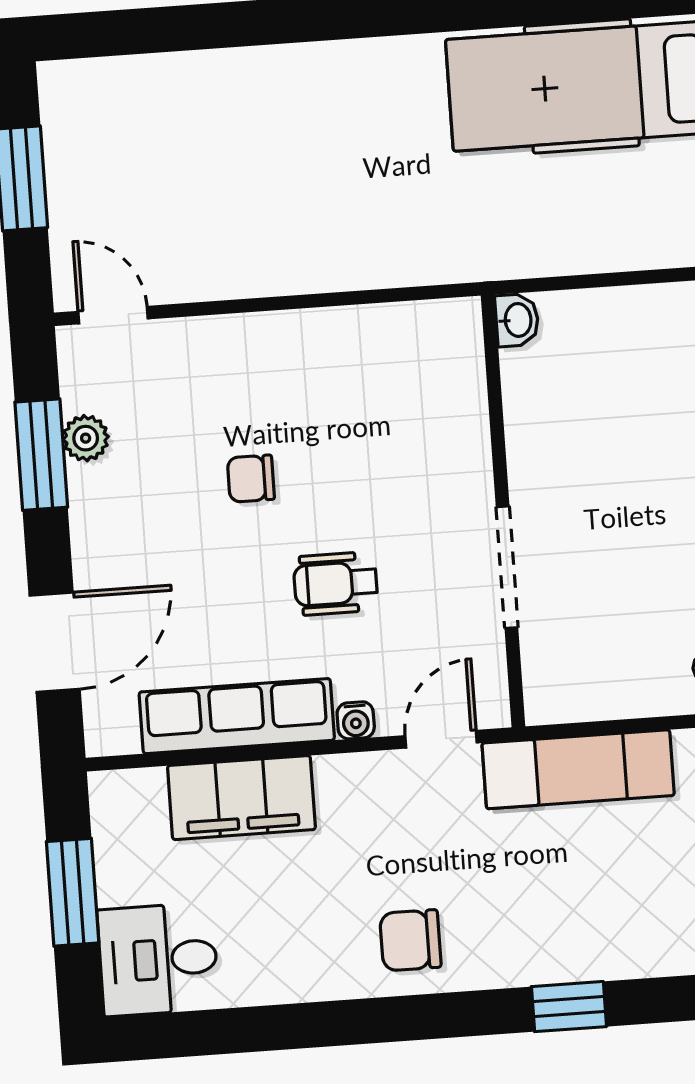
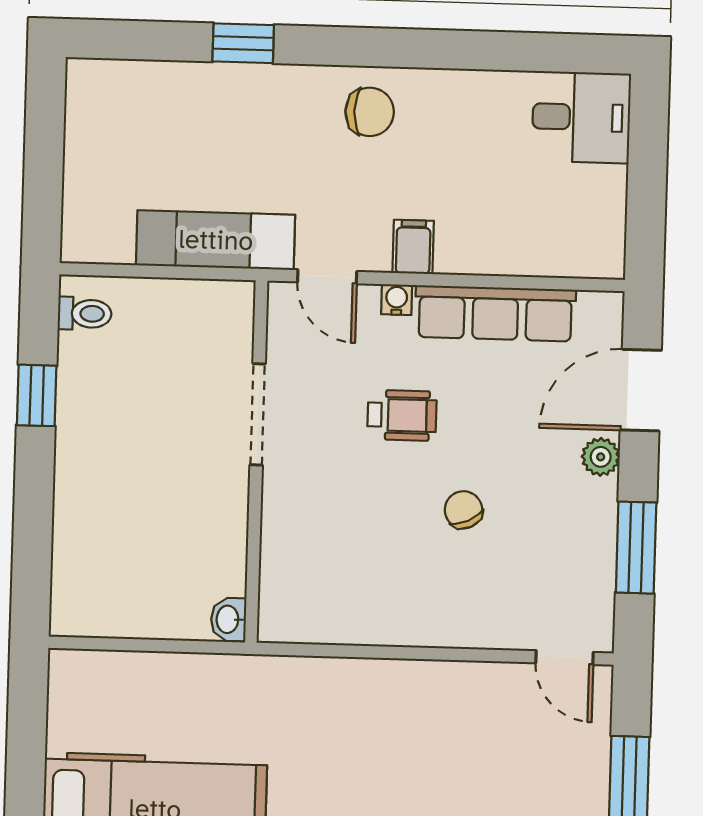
plant: (86, 438) -> (601, 457), moved
chair: (251, 479) -> (463, 510), turned -115
door: (441, 739) -> (327, 277), hinge flipped
filing cabinet: (241, 798) -> (413, 247), moved, width x0.33, depth x0.86
window: (73, 892) -> (647, 180), removed

